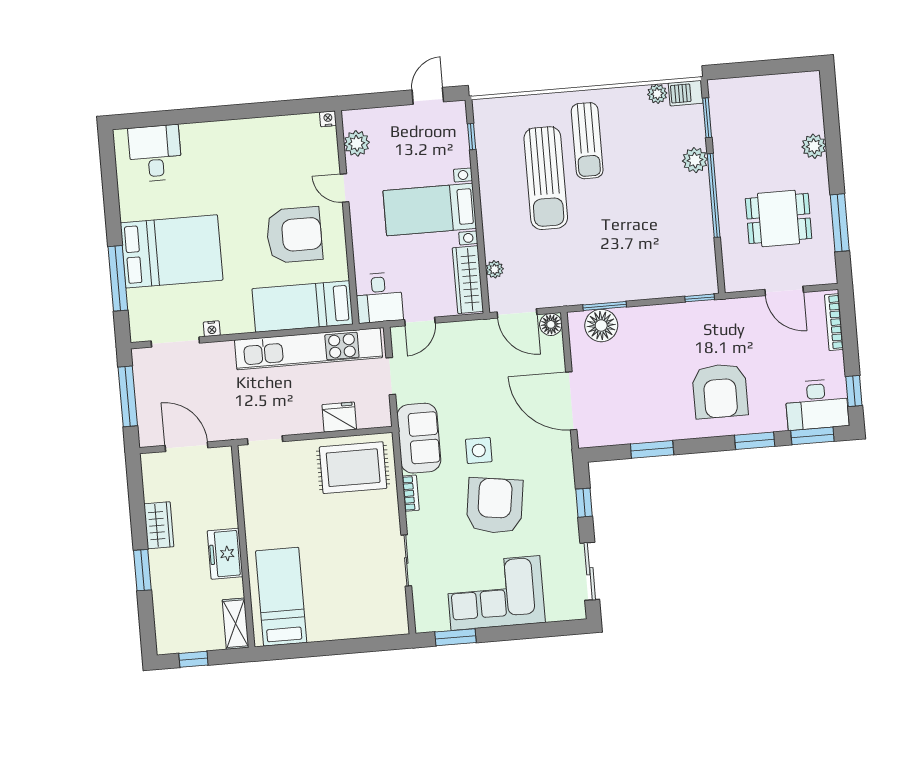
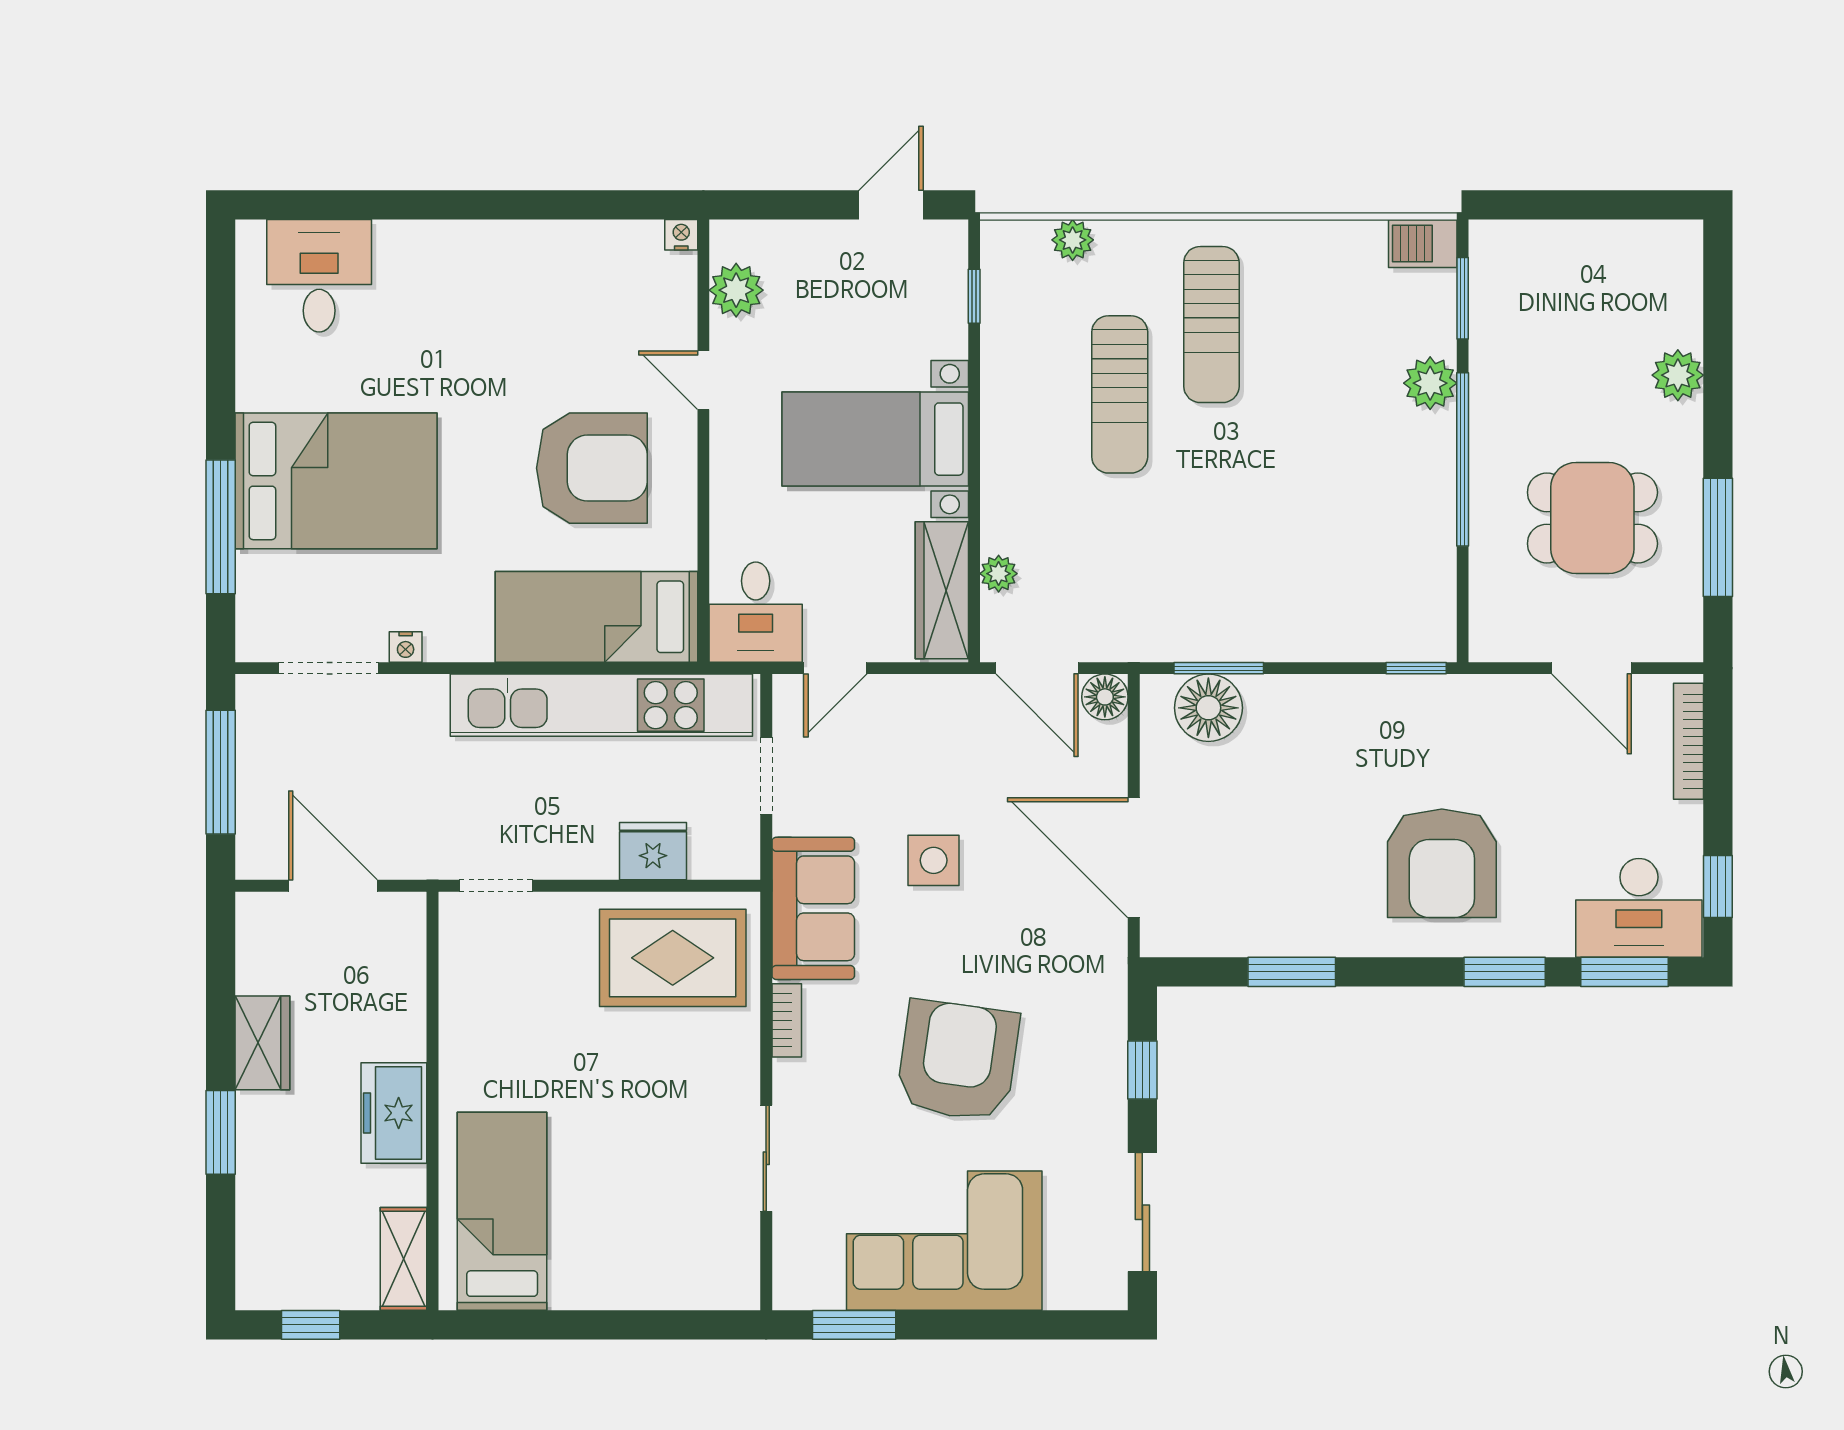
plant: (657, 94) -> (1073, 240), moved
sun lounger: (546, 178) -> (1120, 394), width x0.73, depth x0.75
side table: (479, 450) -> (934, 860), moved

